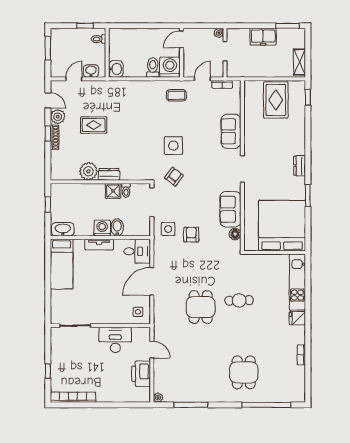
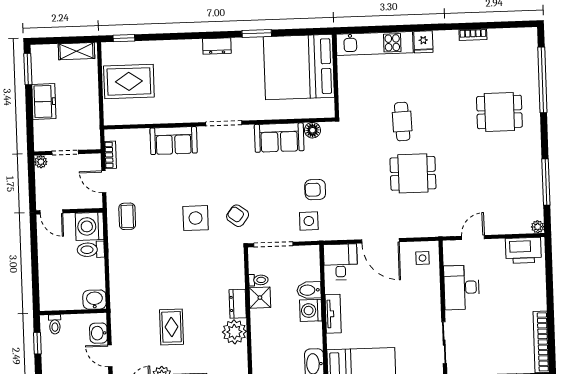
printer: (141, 374) -> (523, 250), moved

